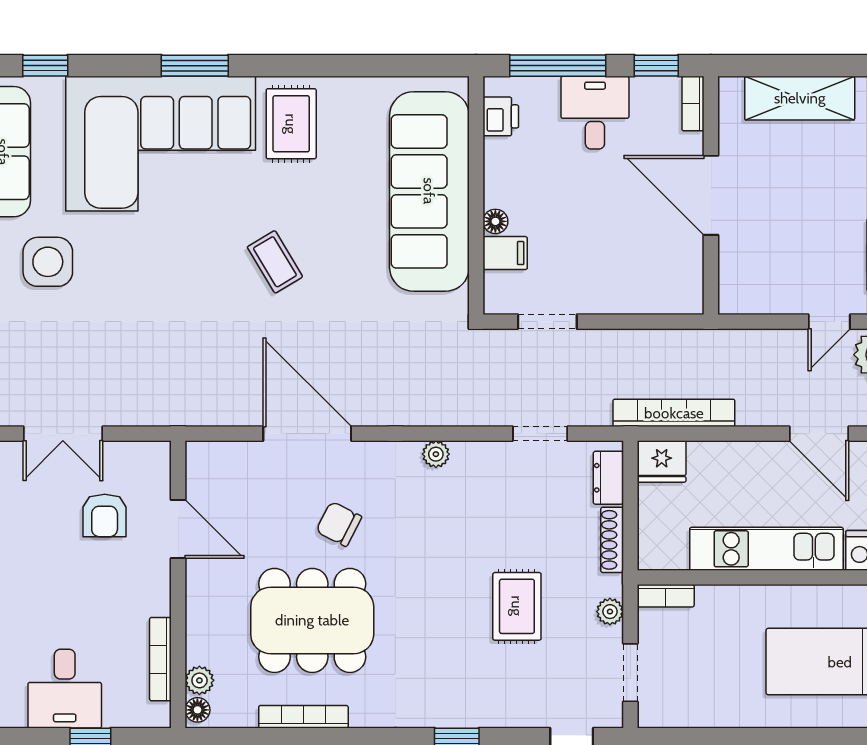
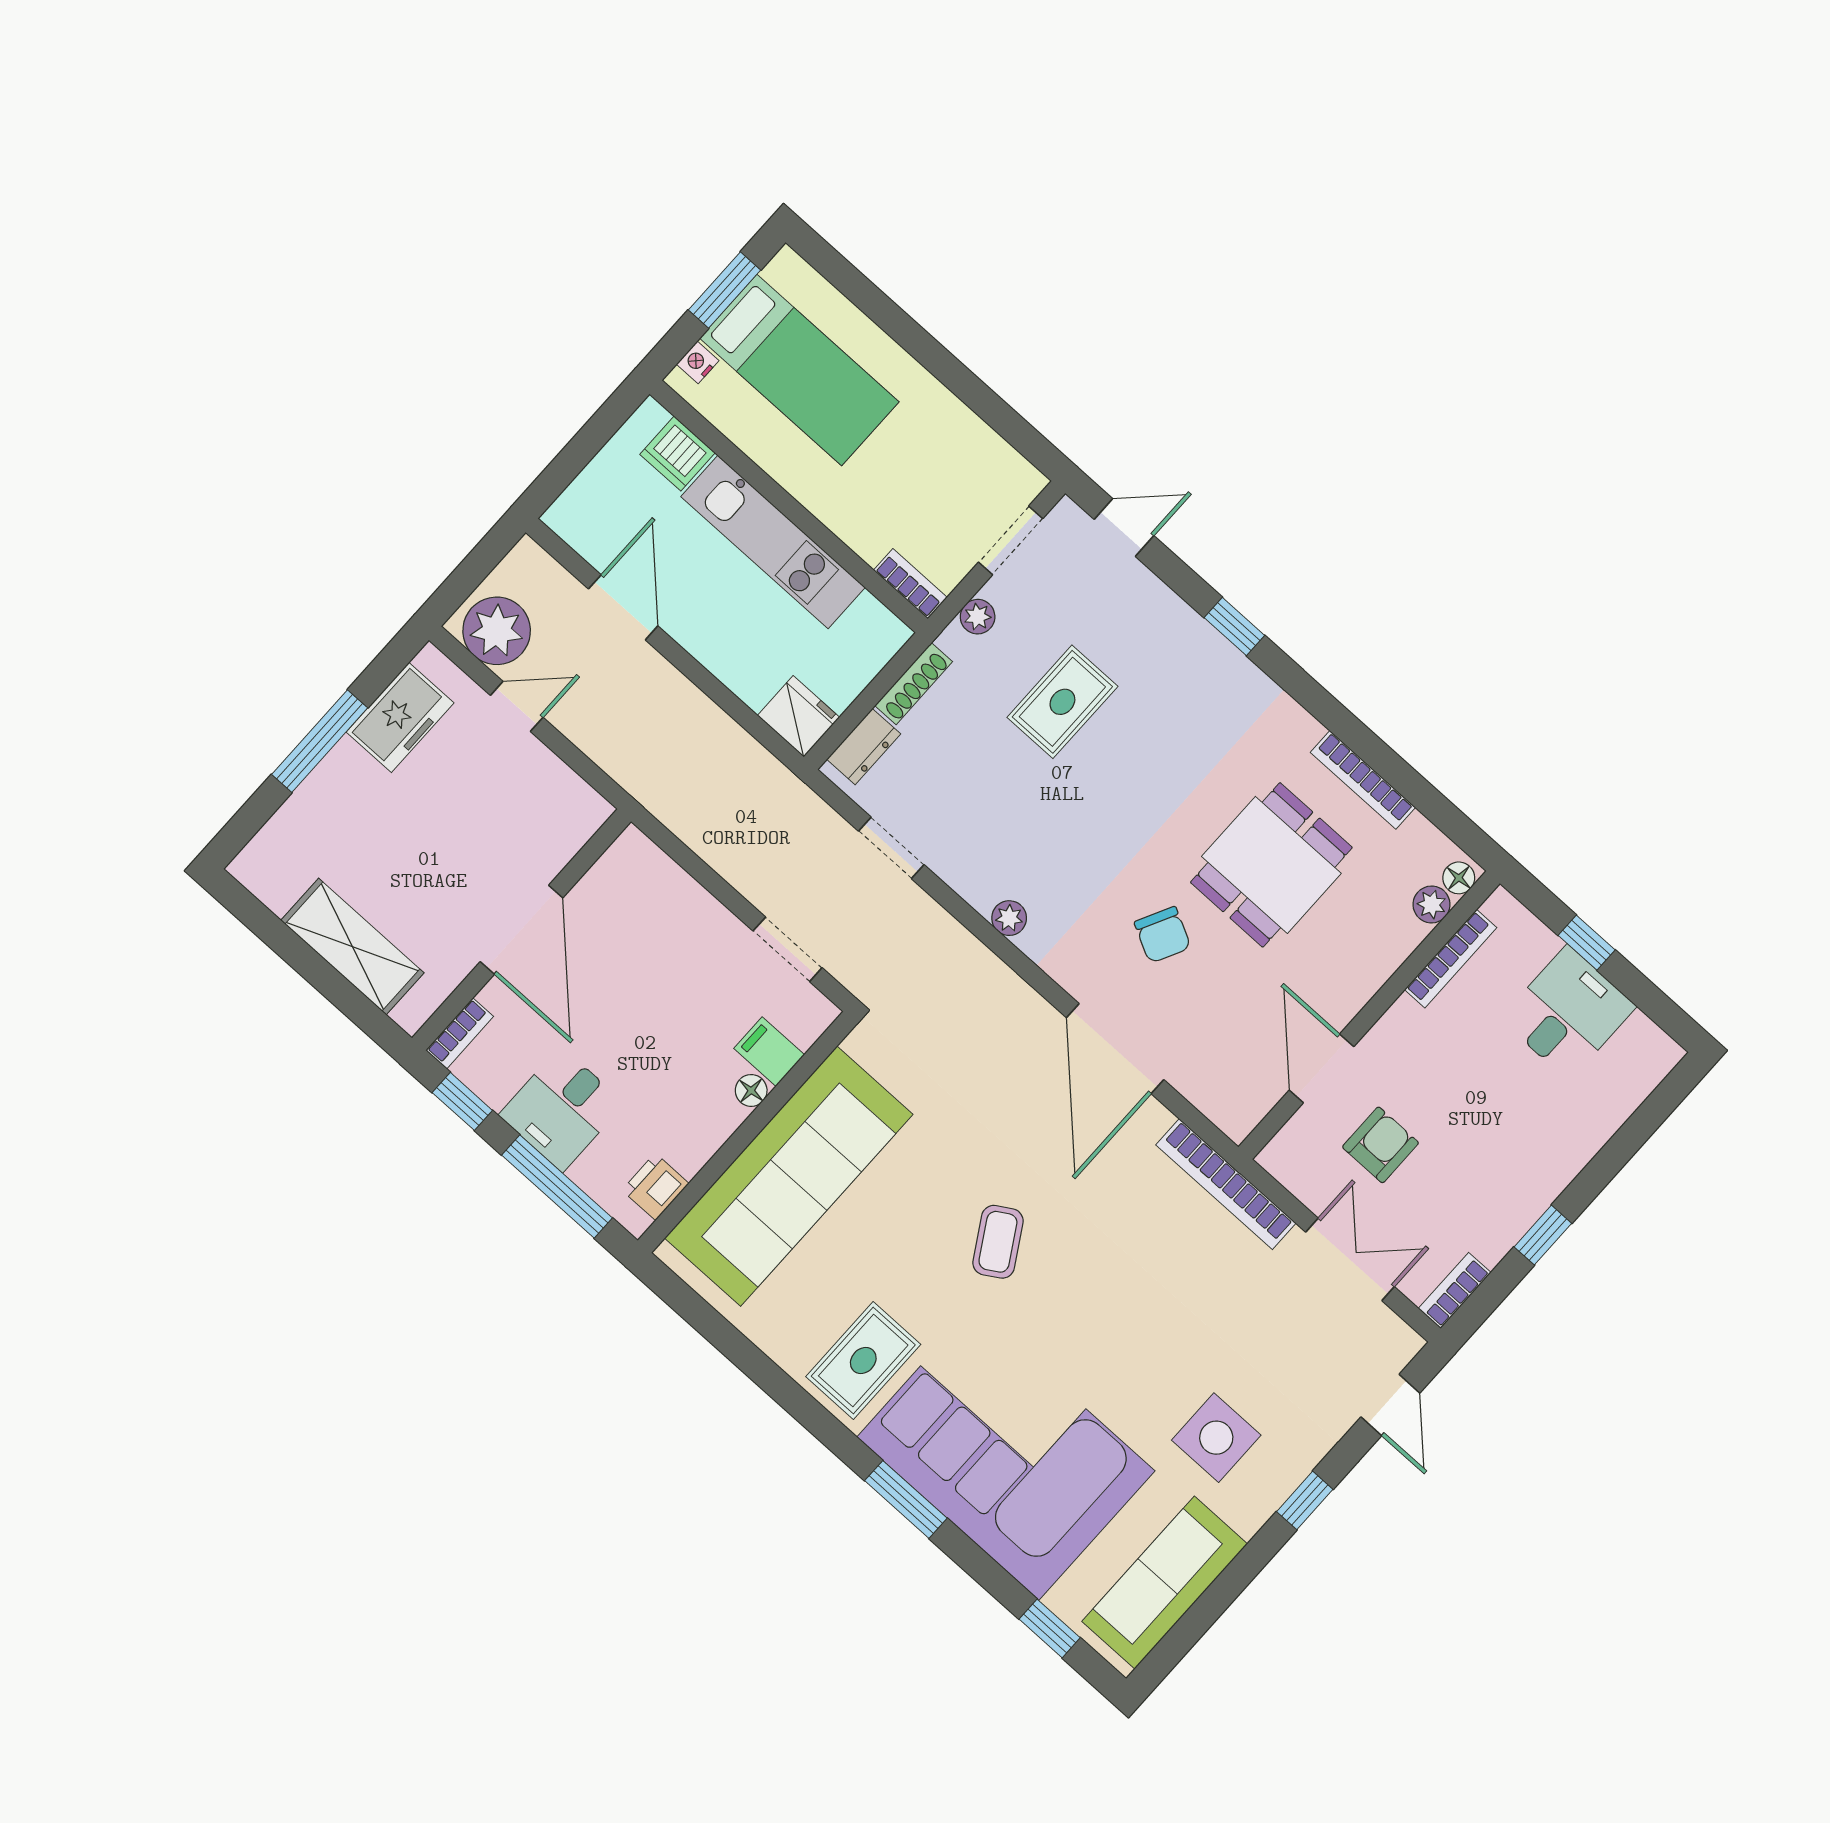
bookcase: (674, 413) -> (1226, 1184), moved
dining table: (312, 620) -> (1271, 865), width x0.73

